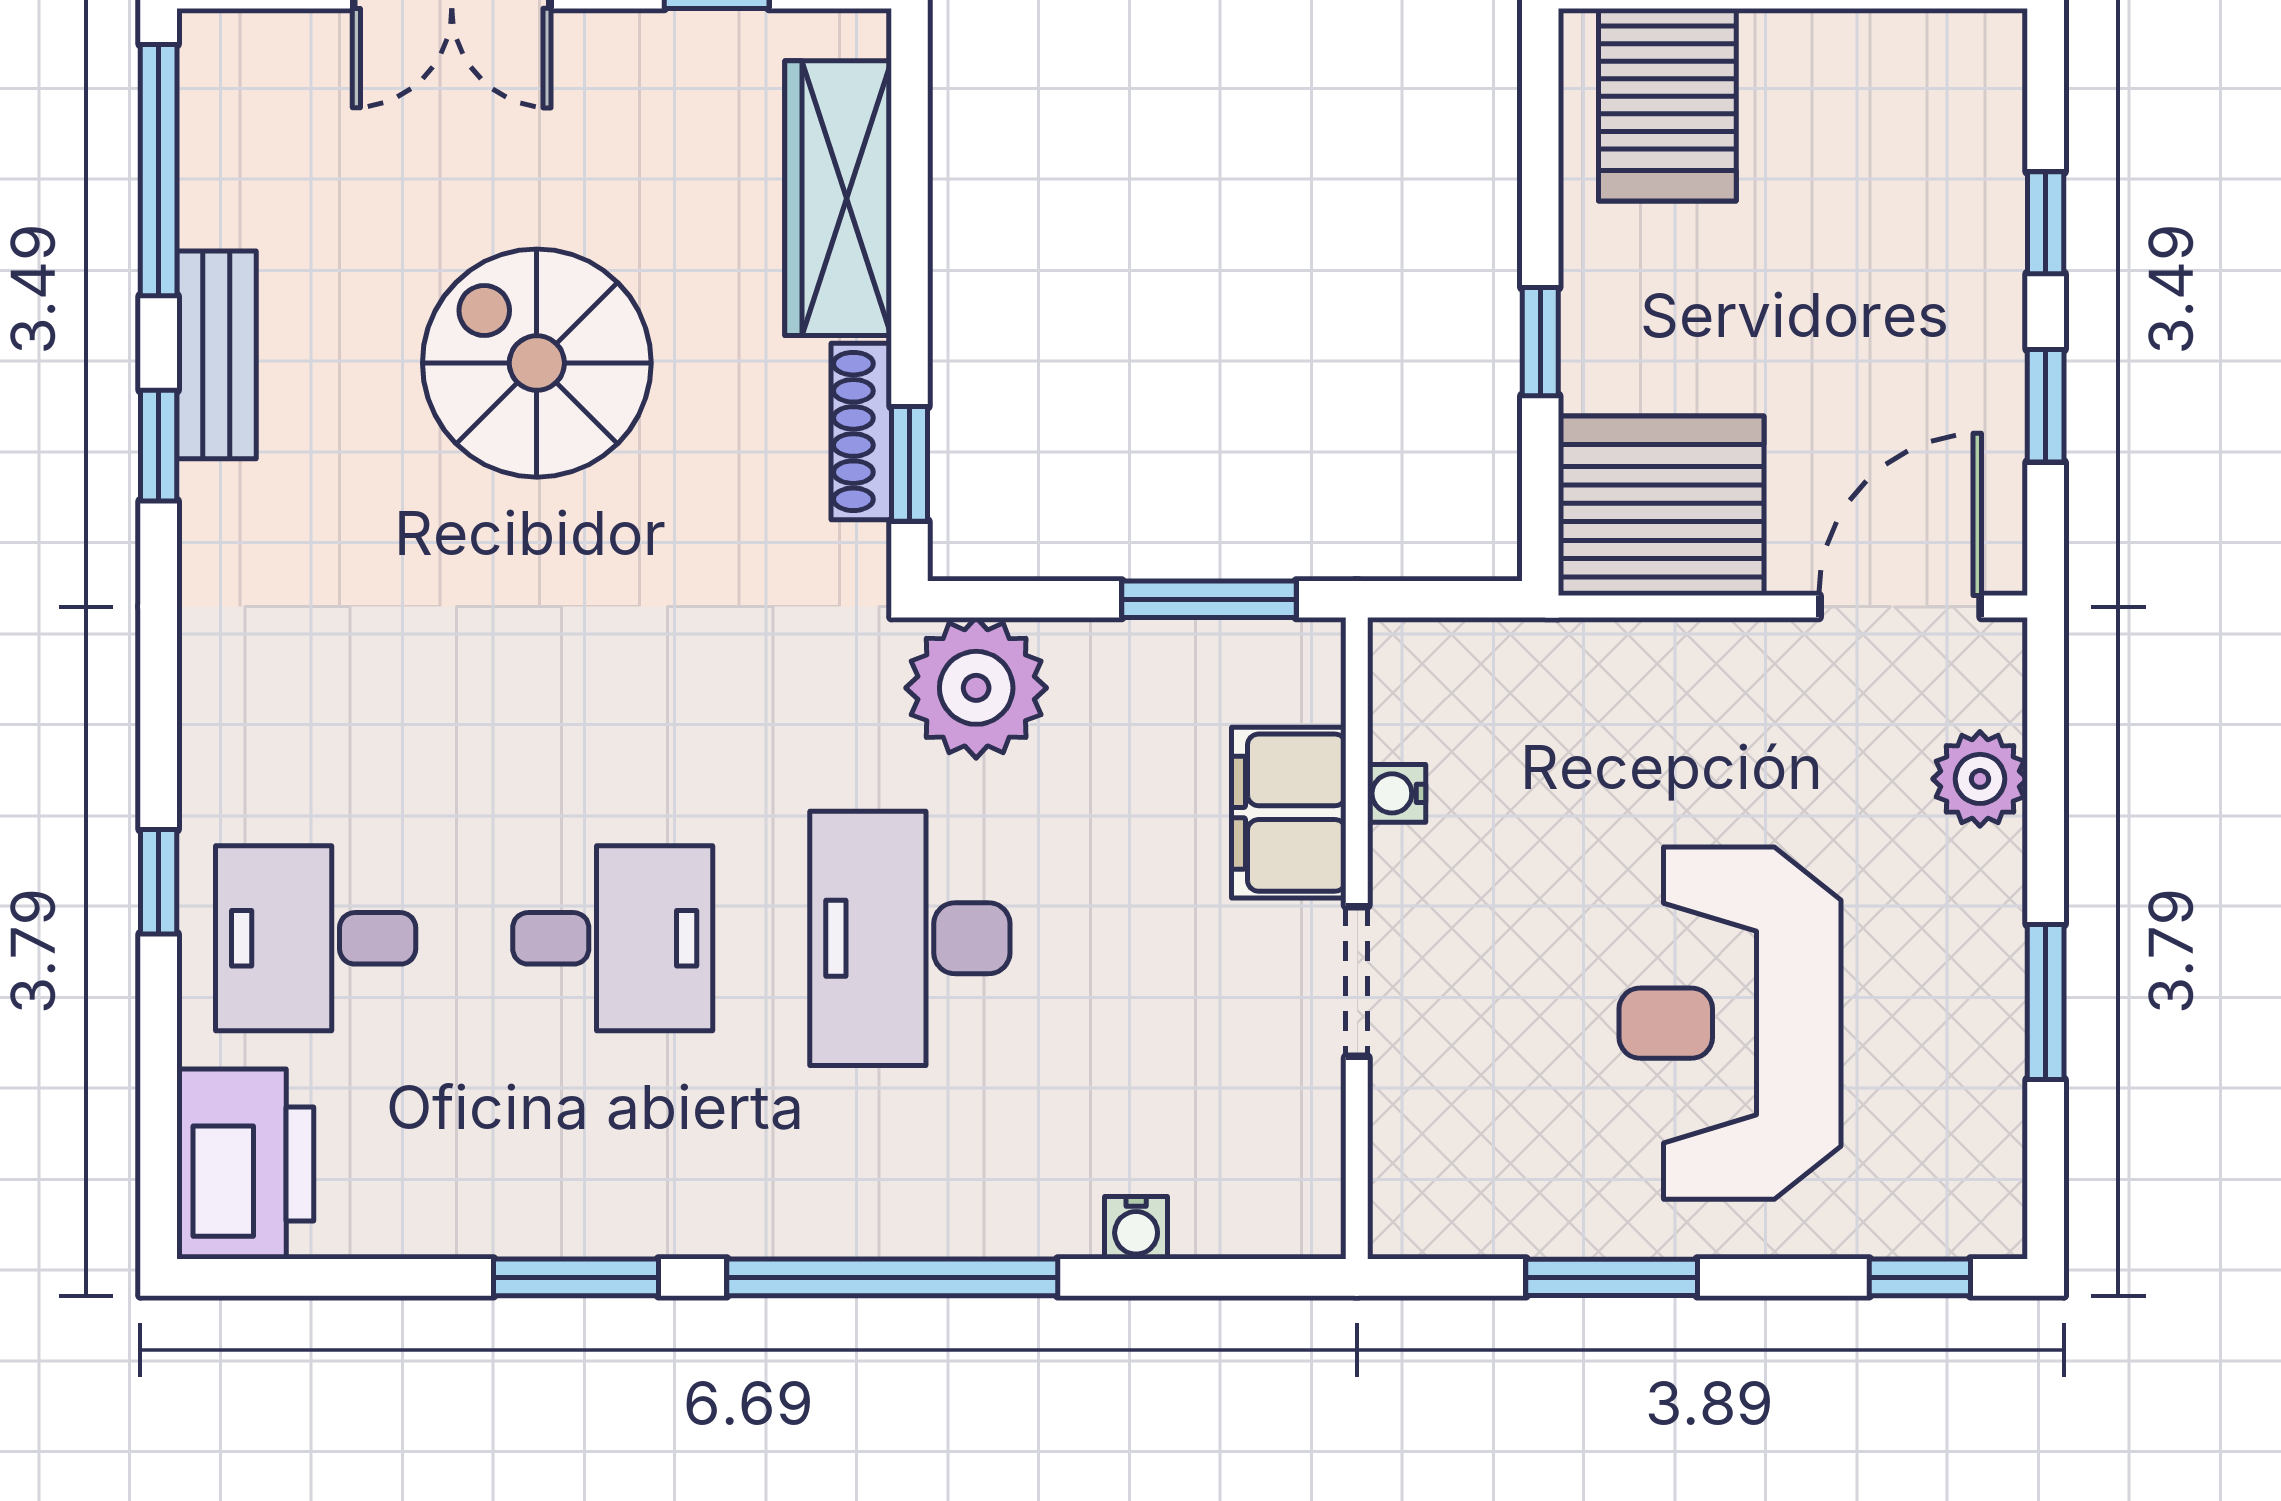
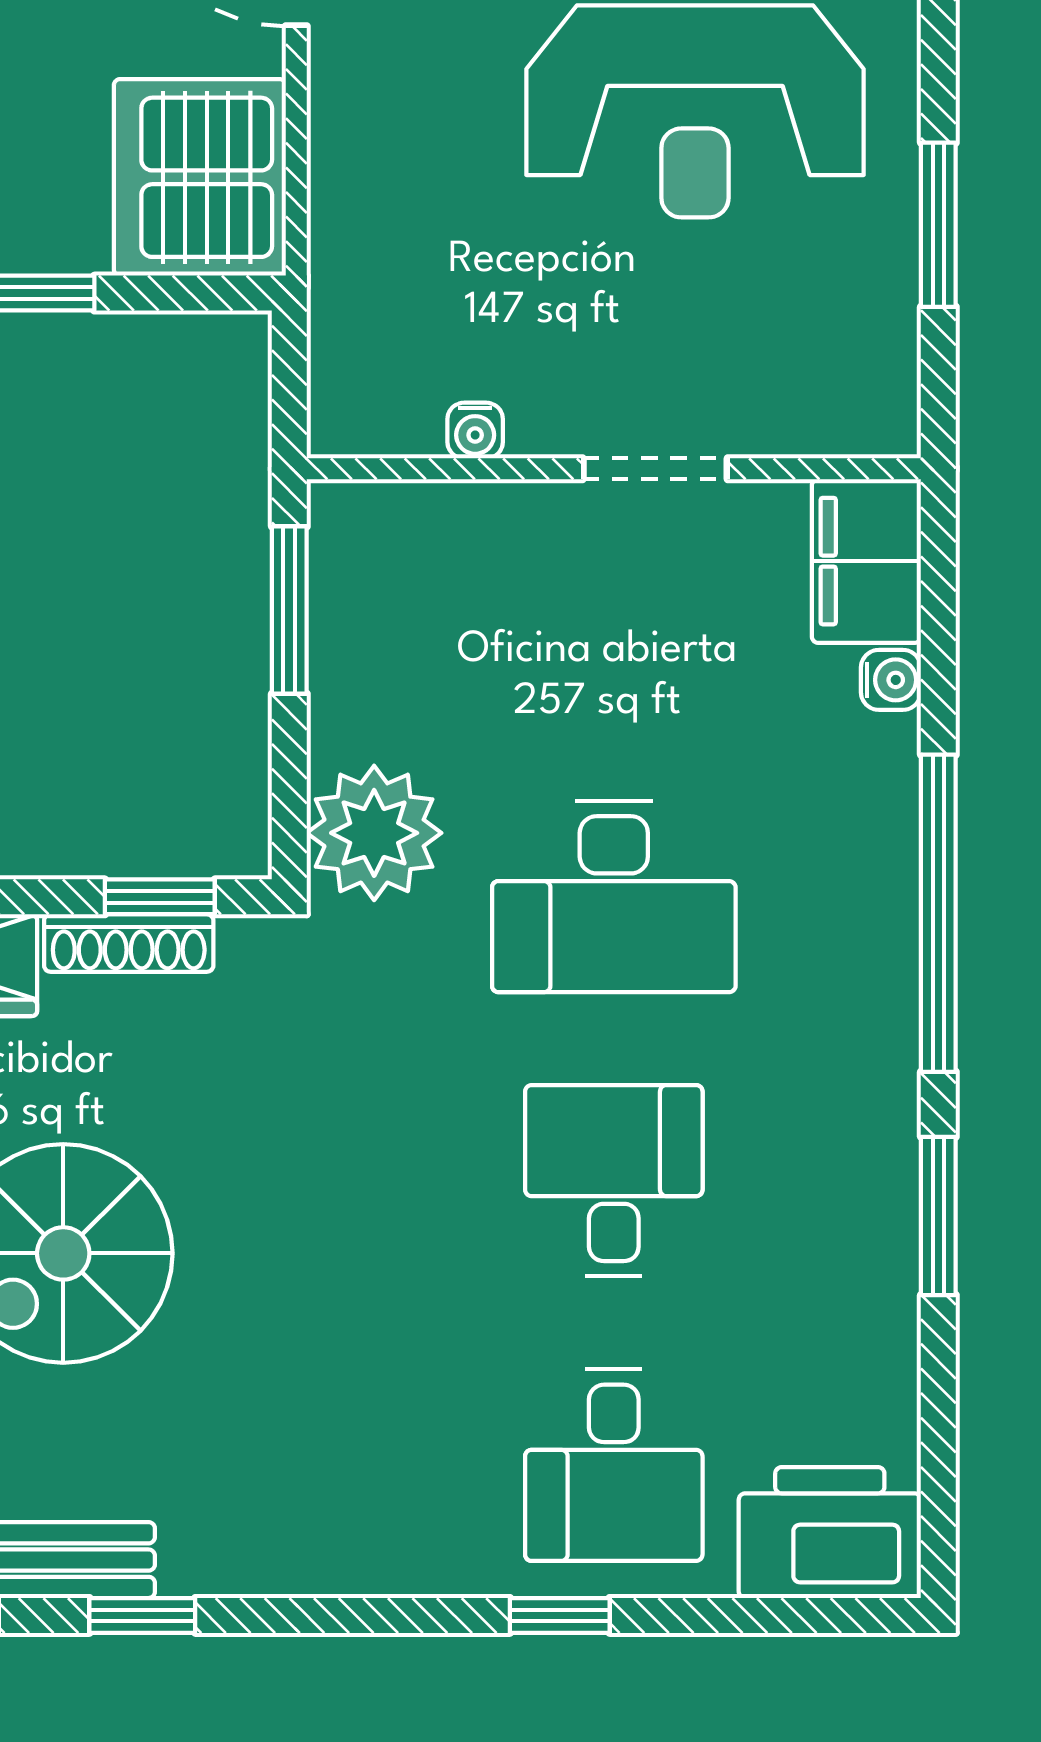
filing cabinet: (1289, 813) -> (866, 561), moved, turned 90

